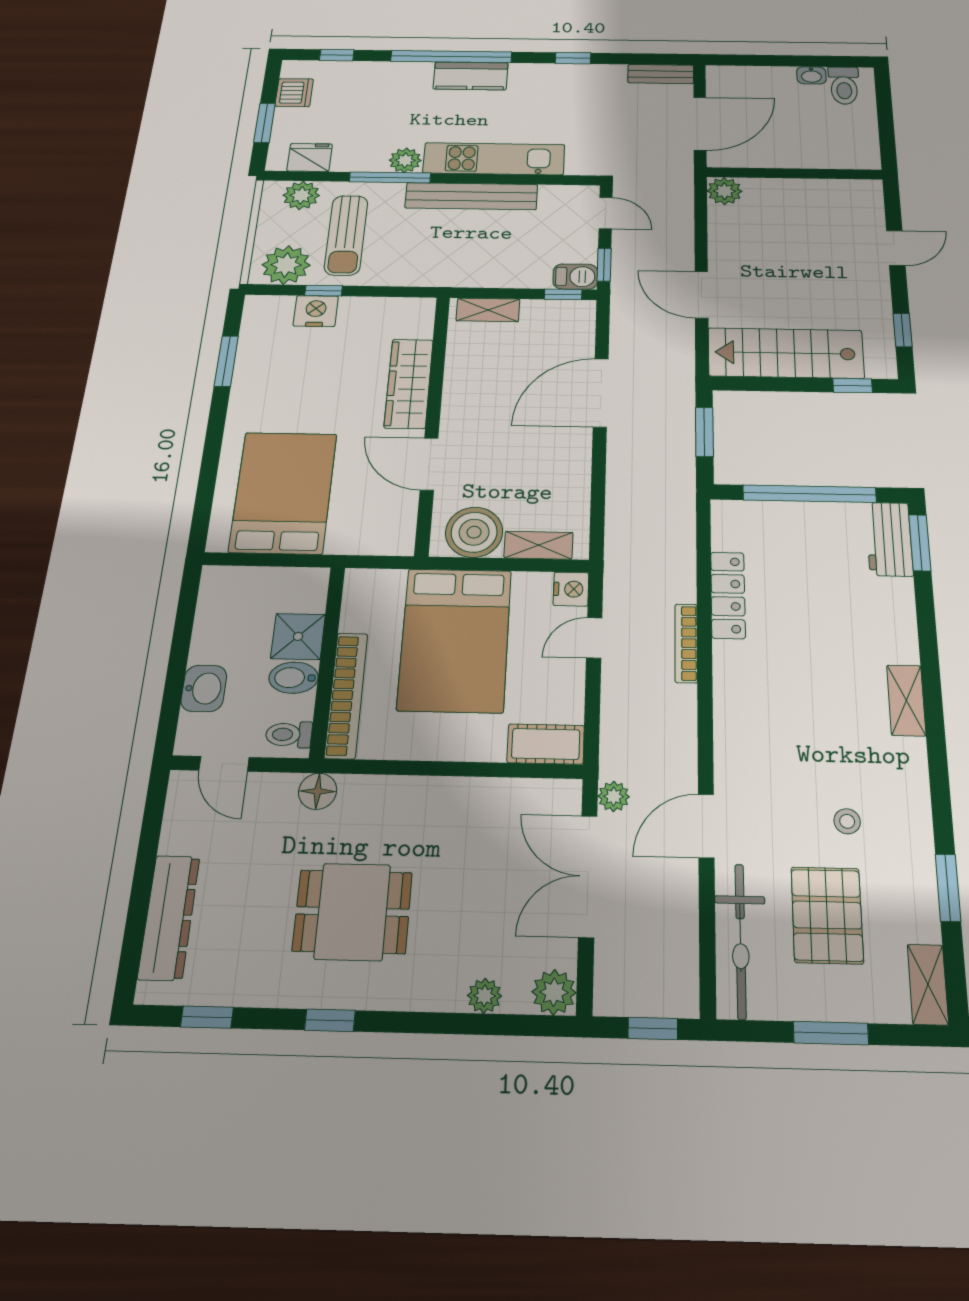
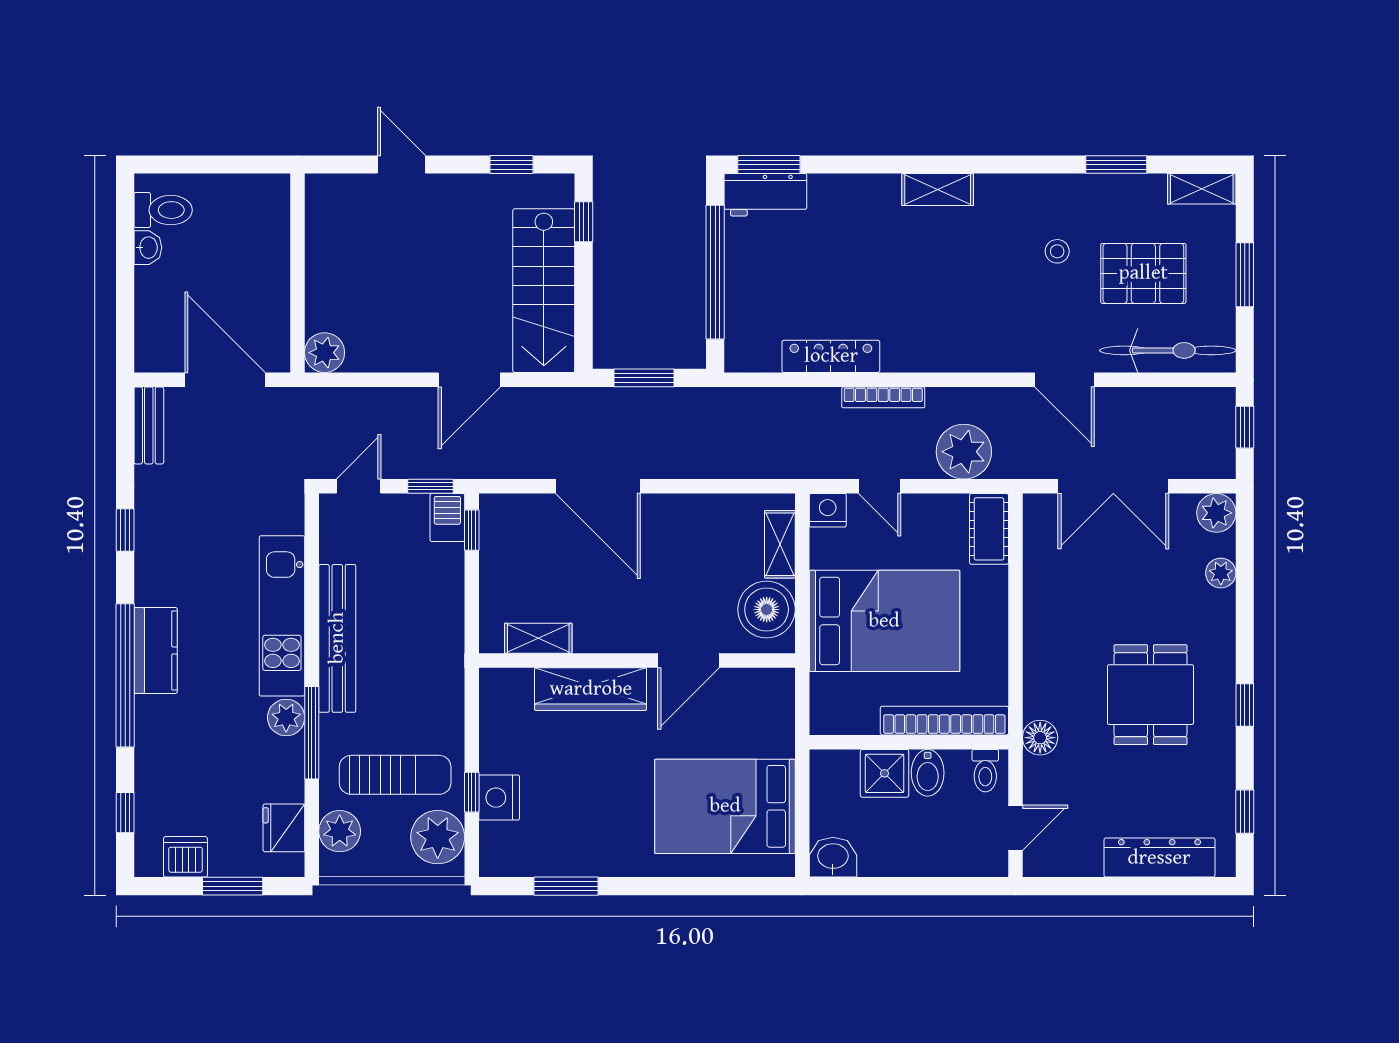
shelving: (488, 310) -> (538, 638), moved, turned 90
washbasin: (204, 688) -> (833, 857), moved
plant: (614, 796) -> (964, 452), moved, width x1.87, depth x1.87

